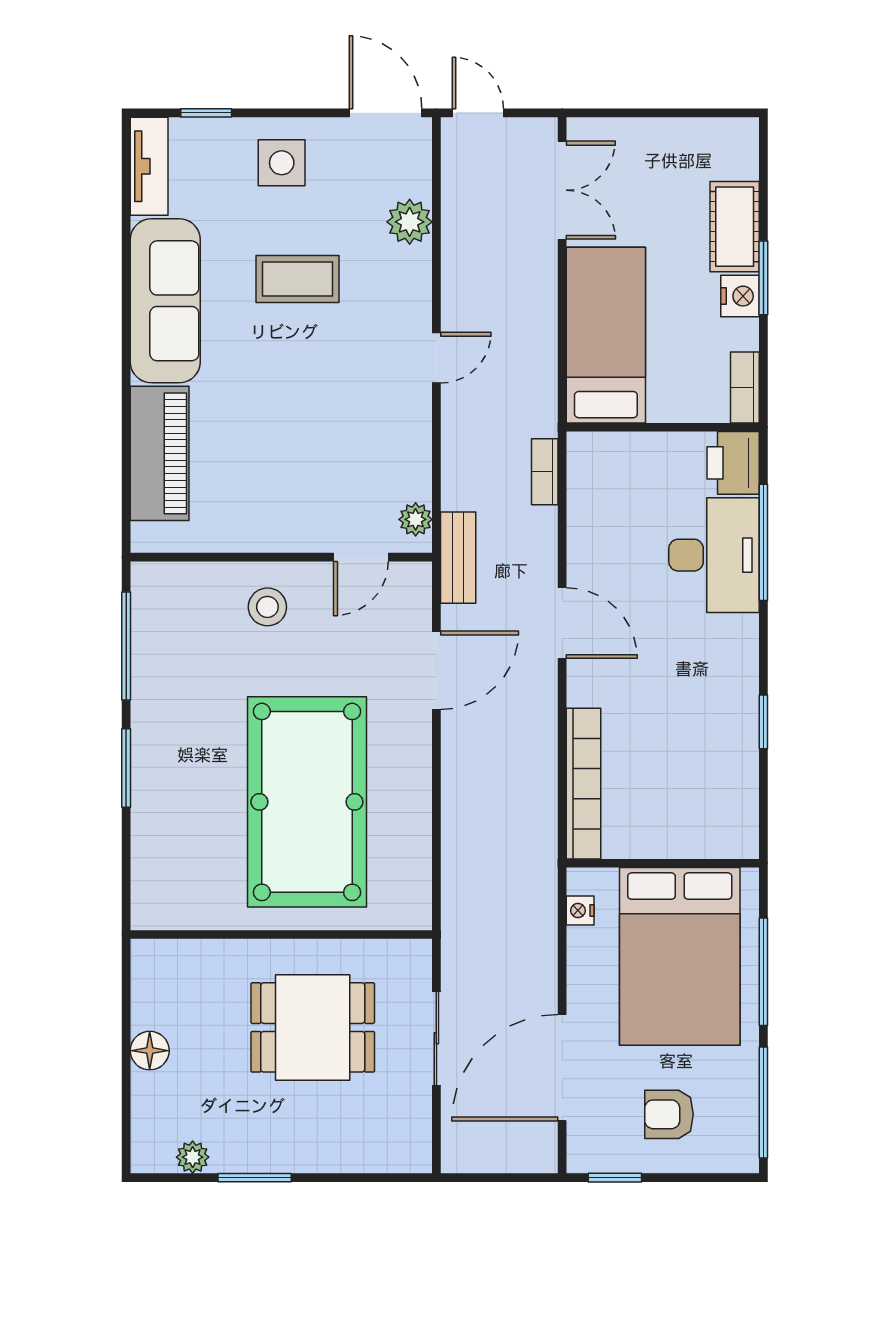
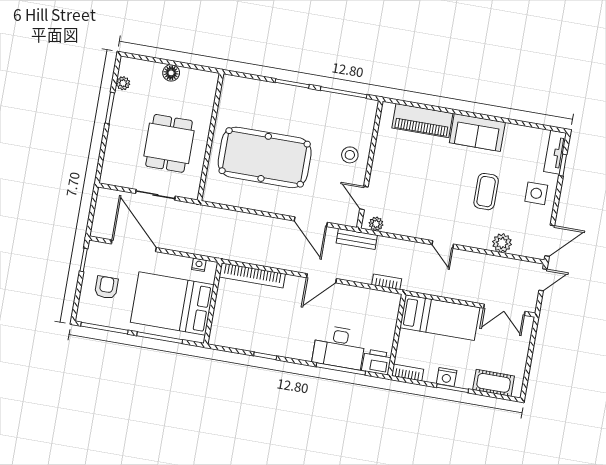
tv unit: (149, 166) -> (555, 152), moved, turned 90
cot: (735, 227) -> (494, 383), moved
sofa: (165, 301) -> (477, 133), width x0.73

